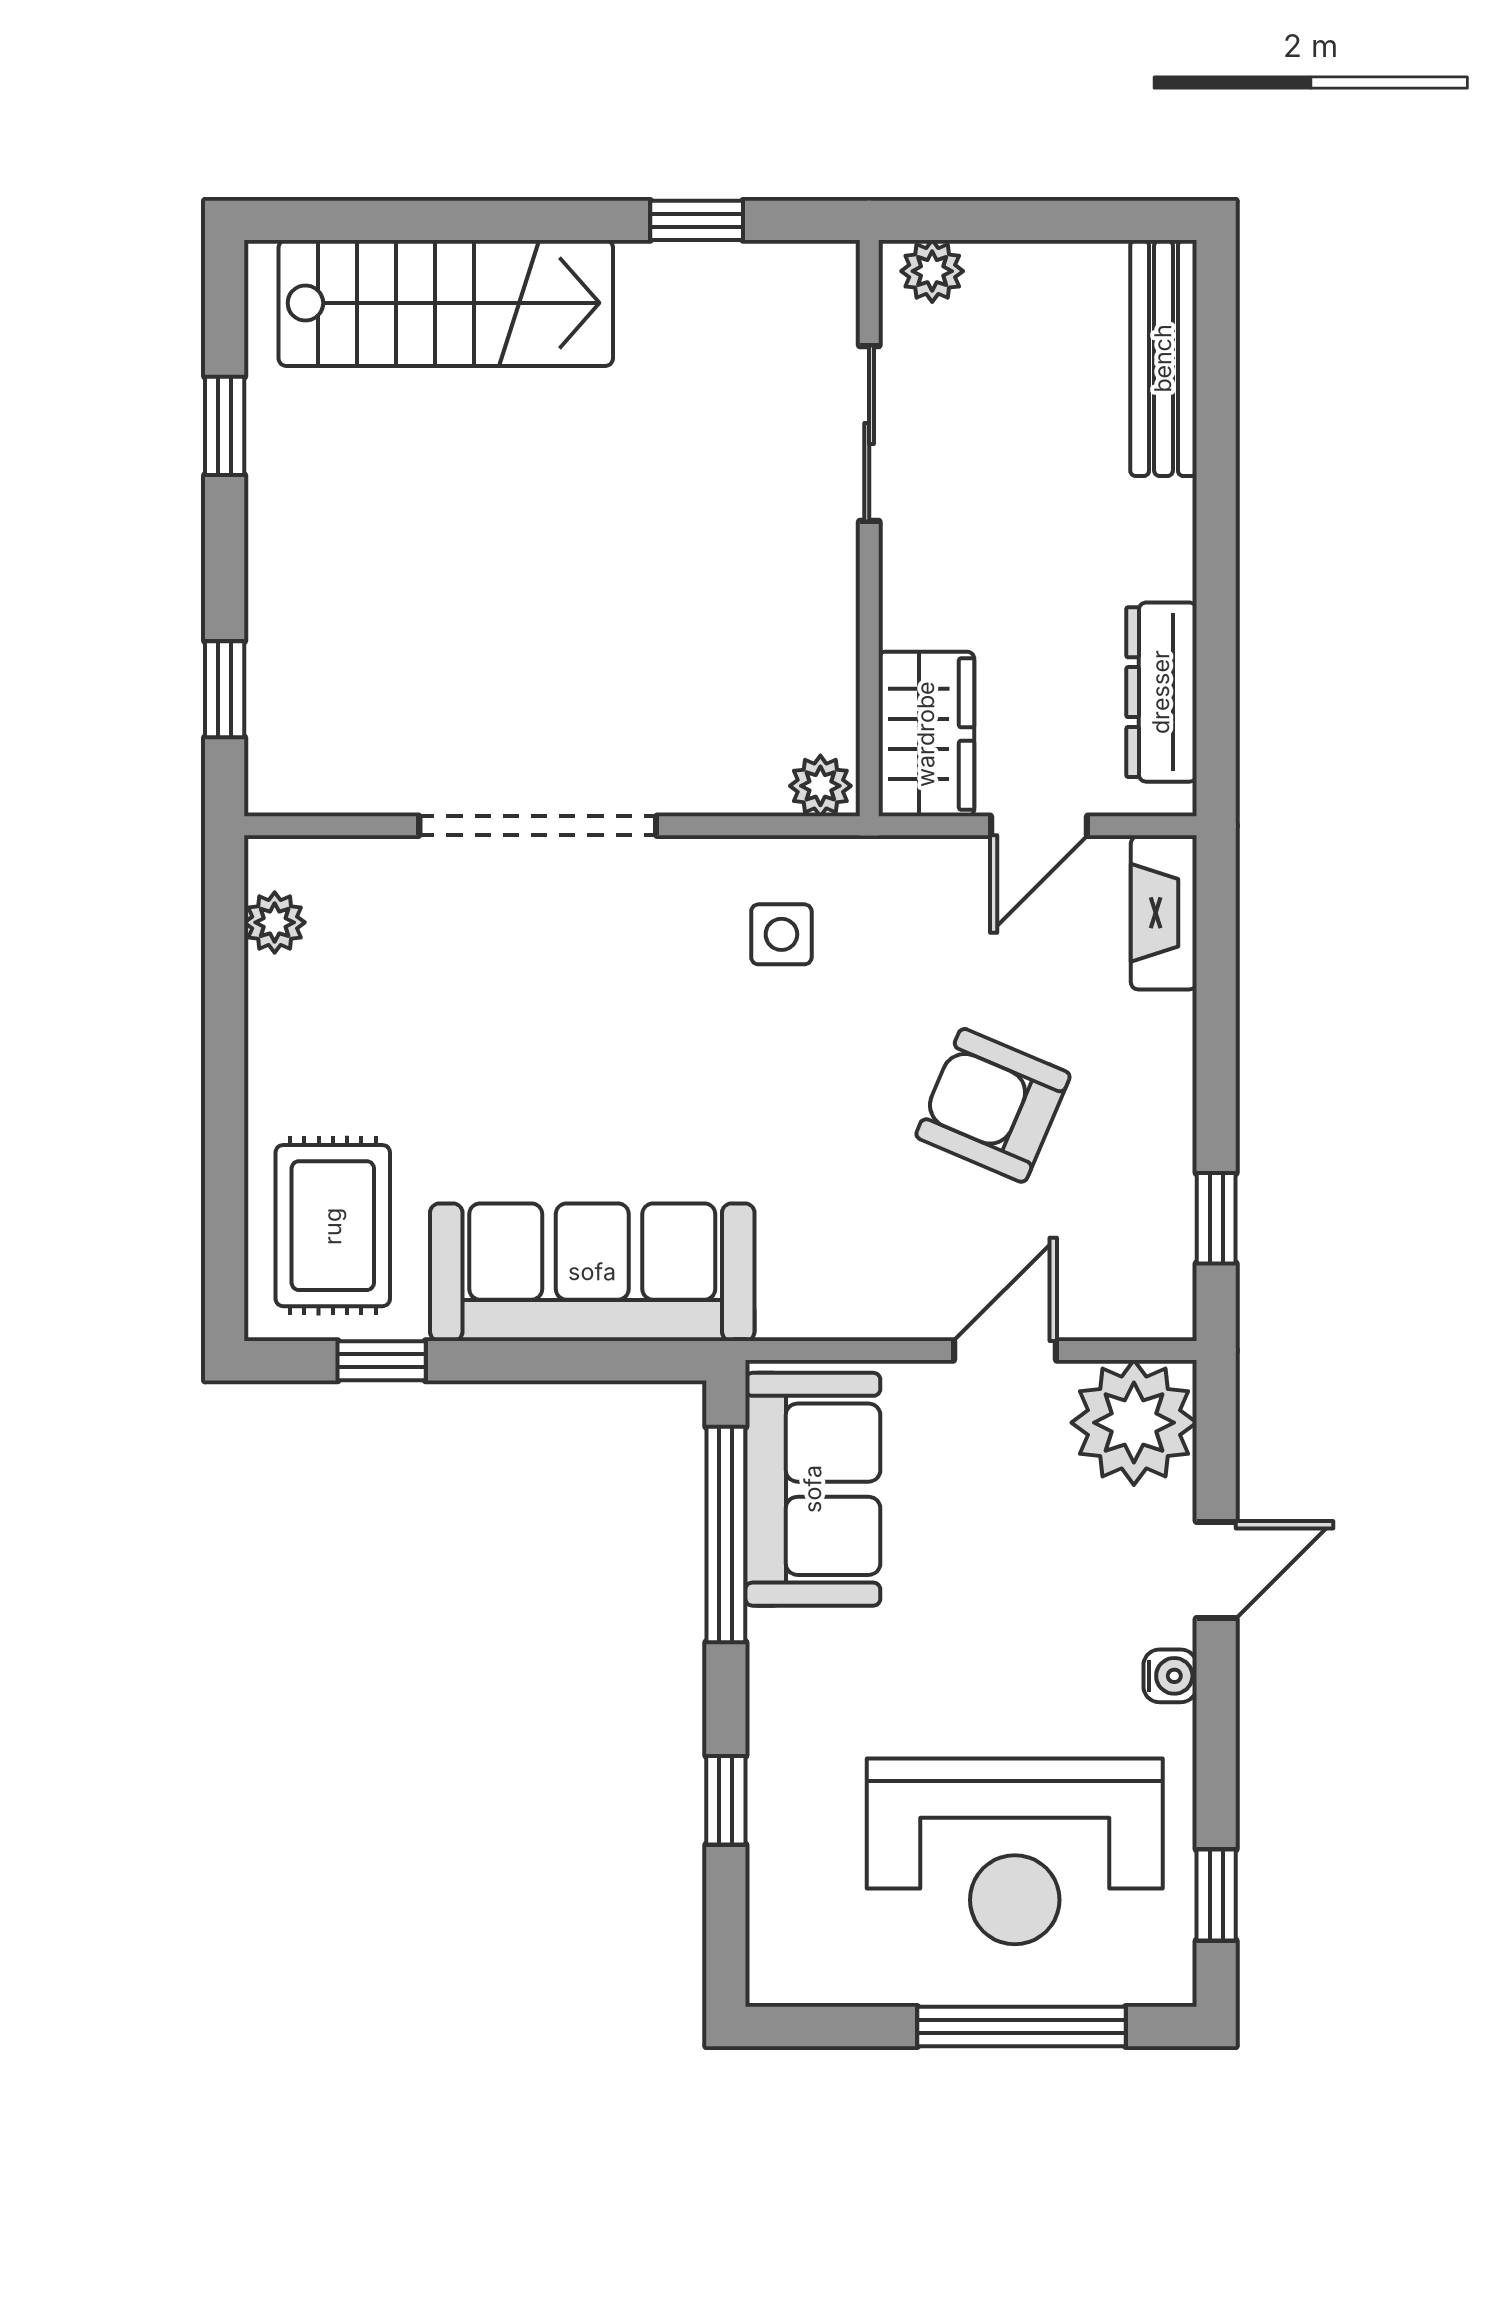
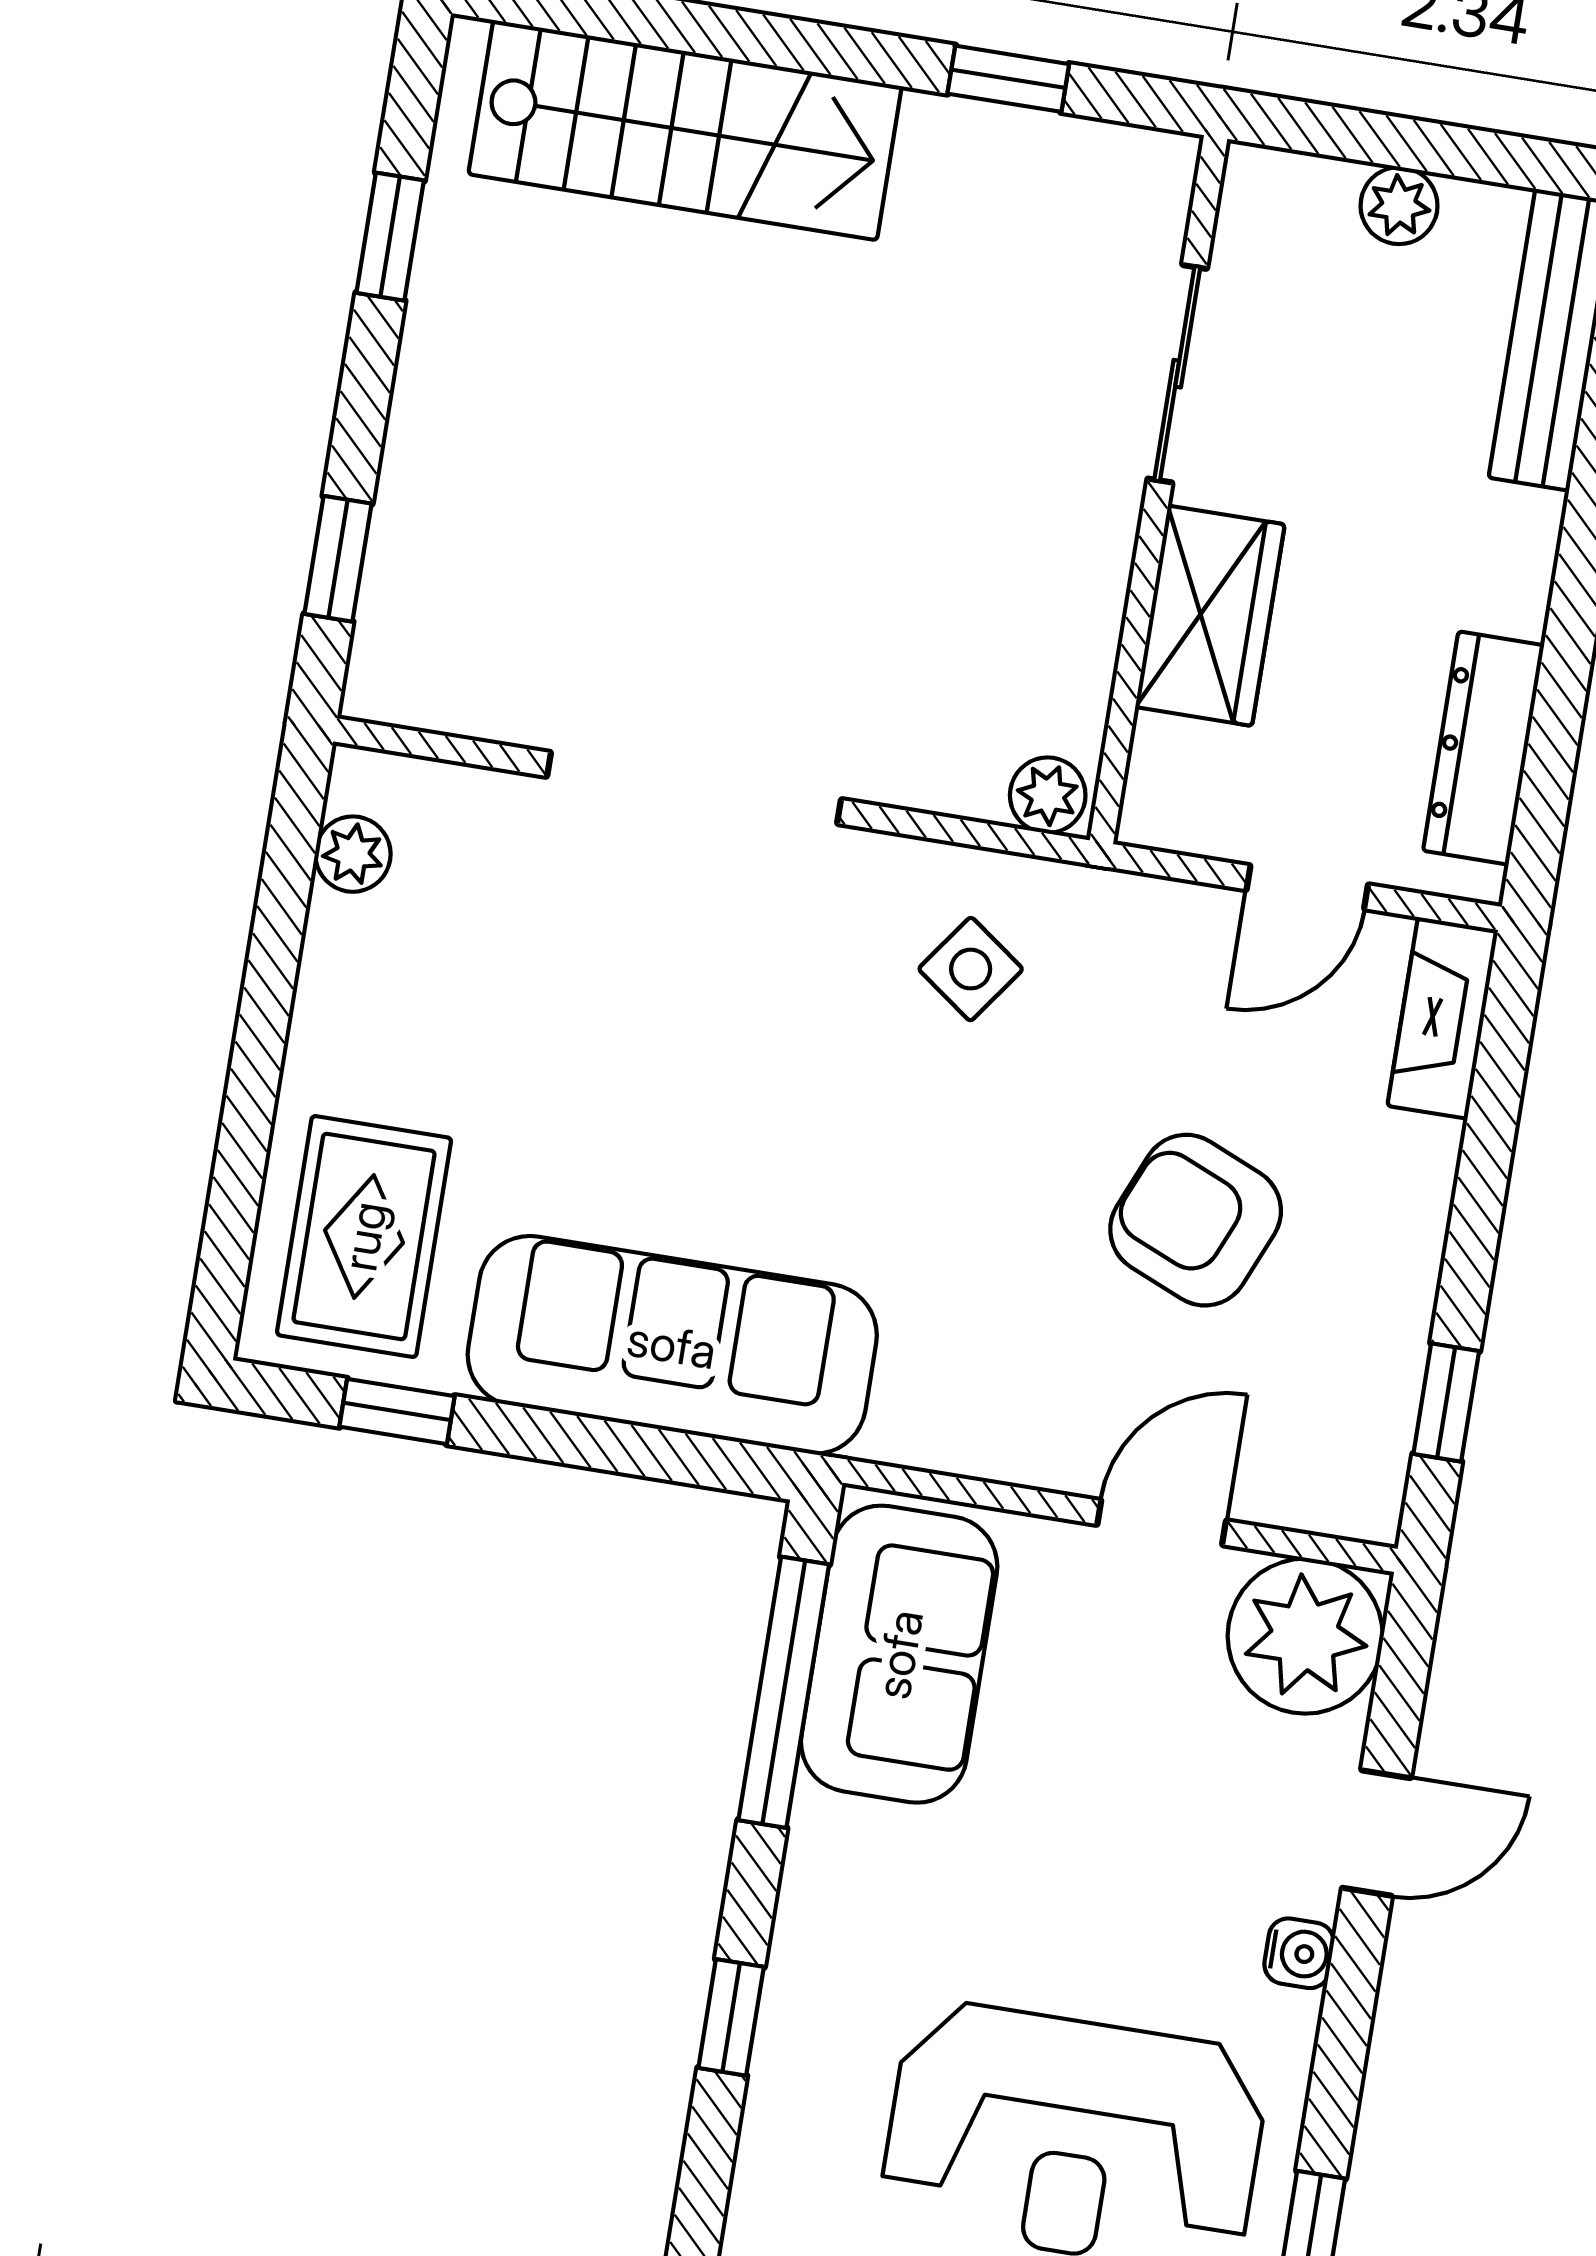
plant: (932, 271) -> (1399, 206), moved
wardrobe: (926, 734) -> (1210, 616), moved
side table: (781, 934) -> (971, 969), turned 36

